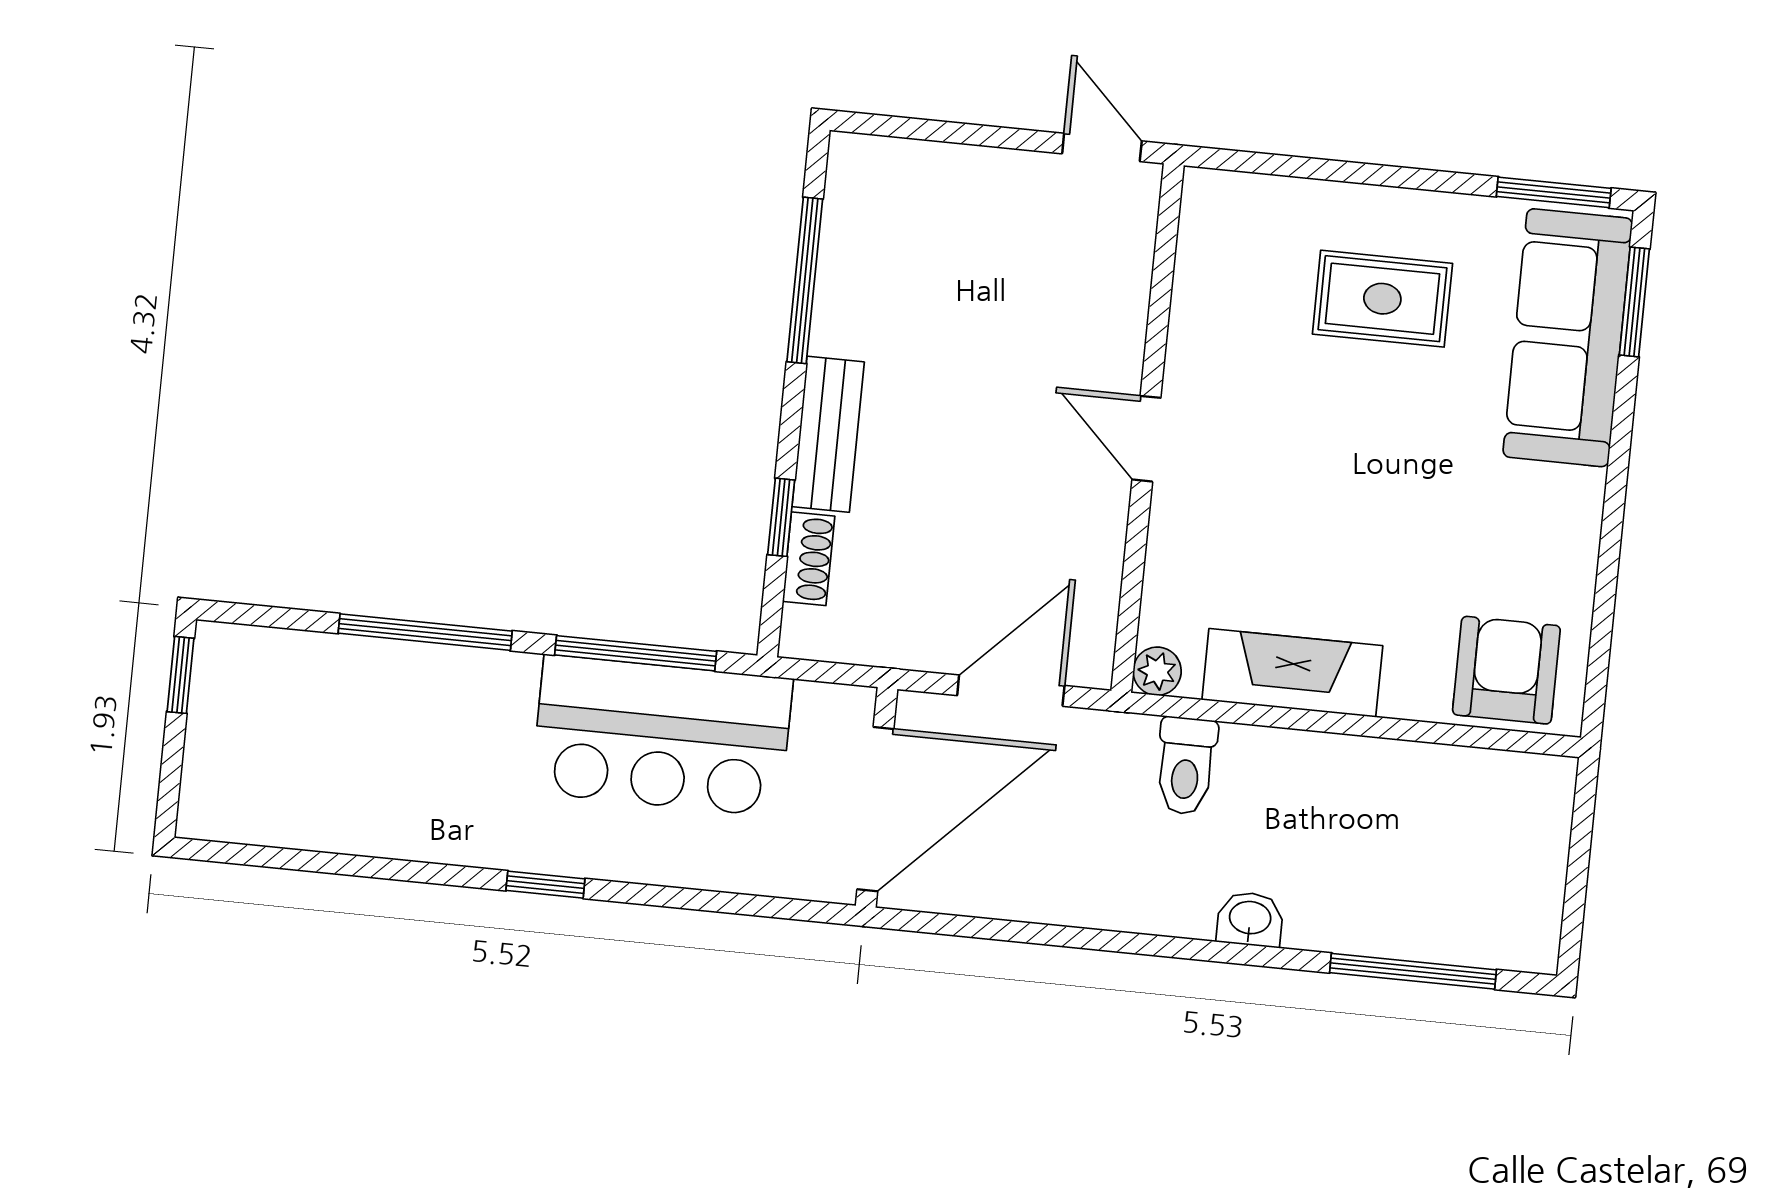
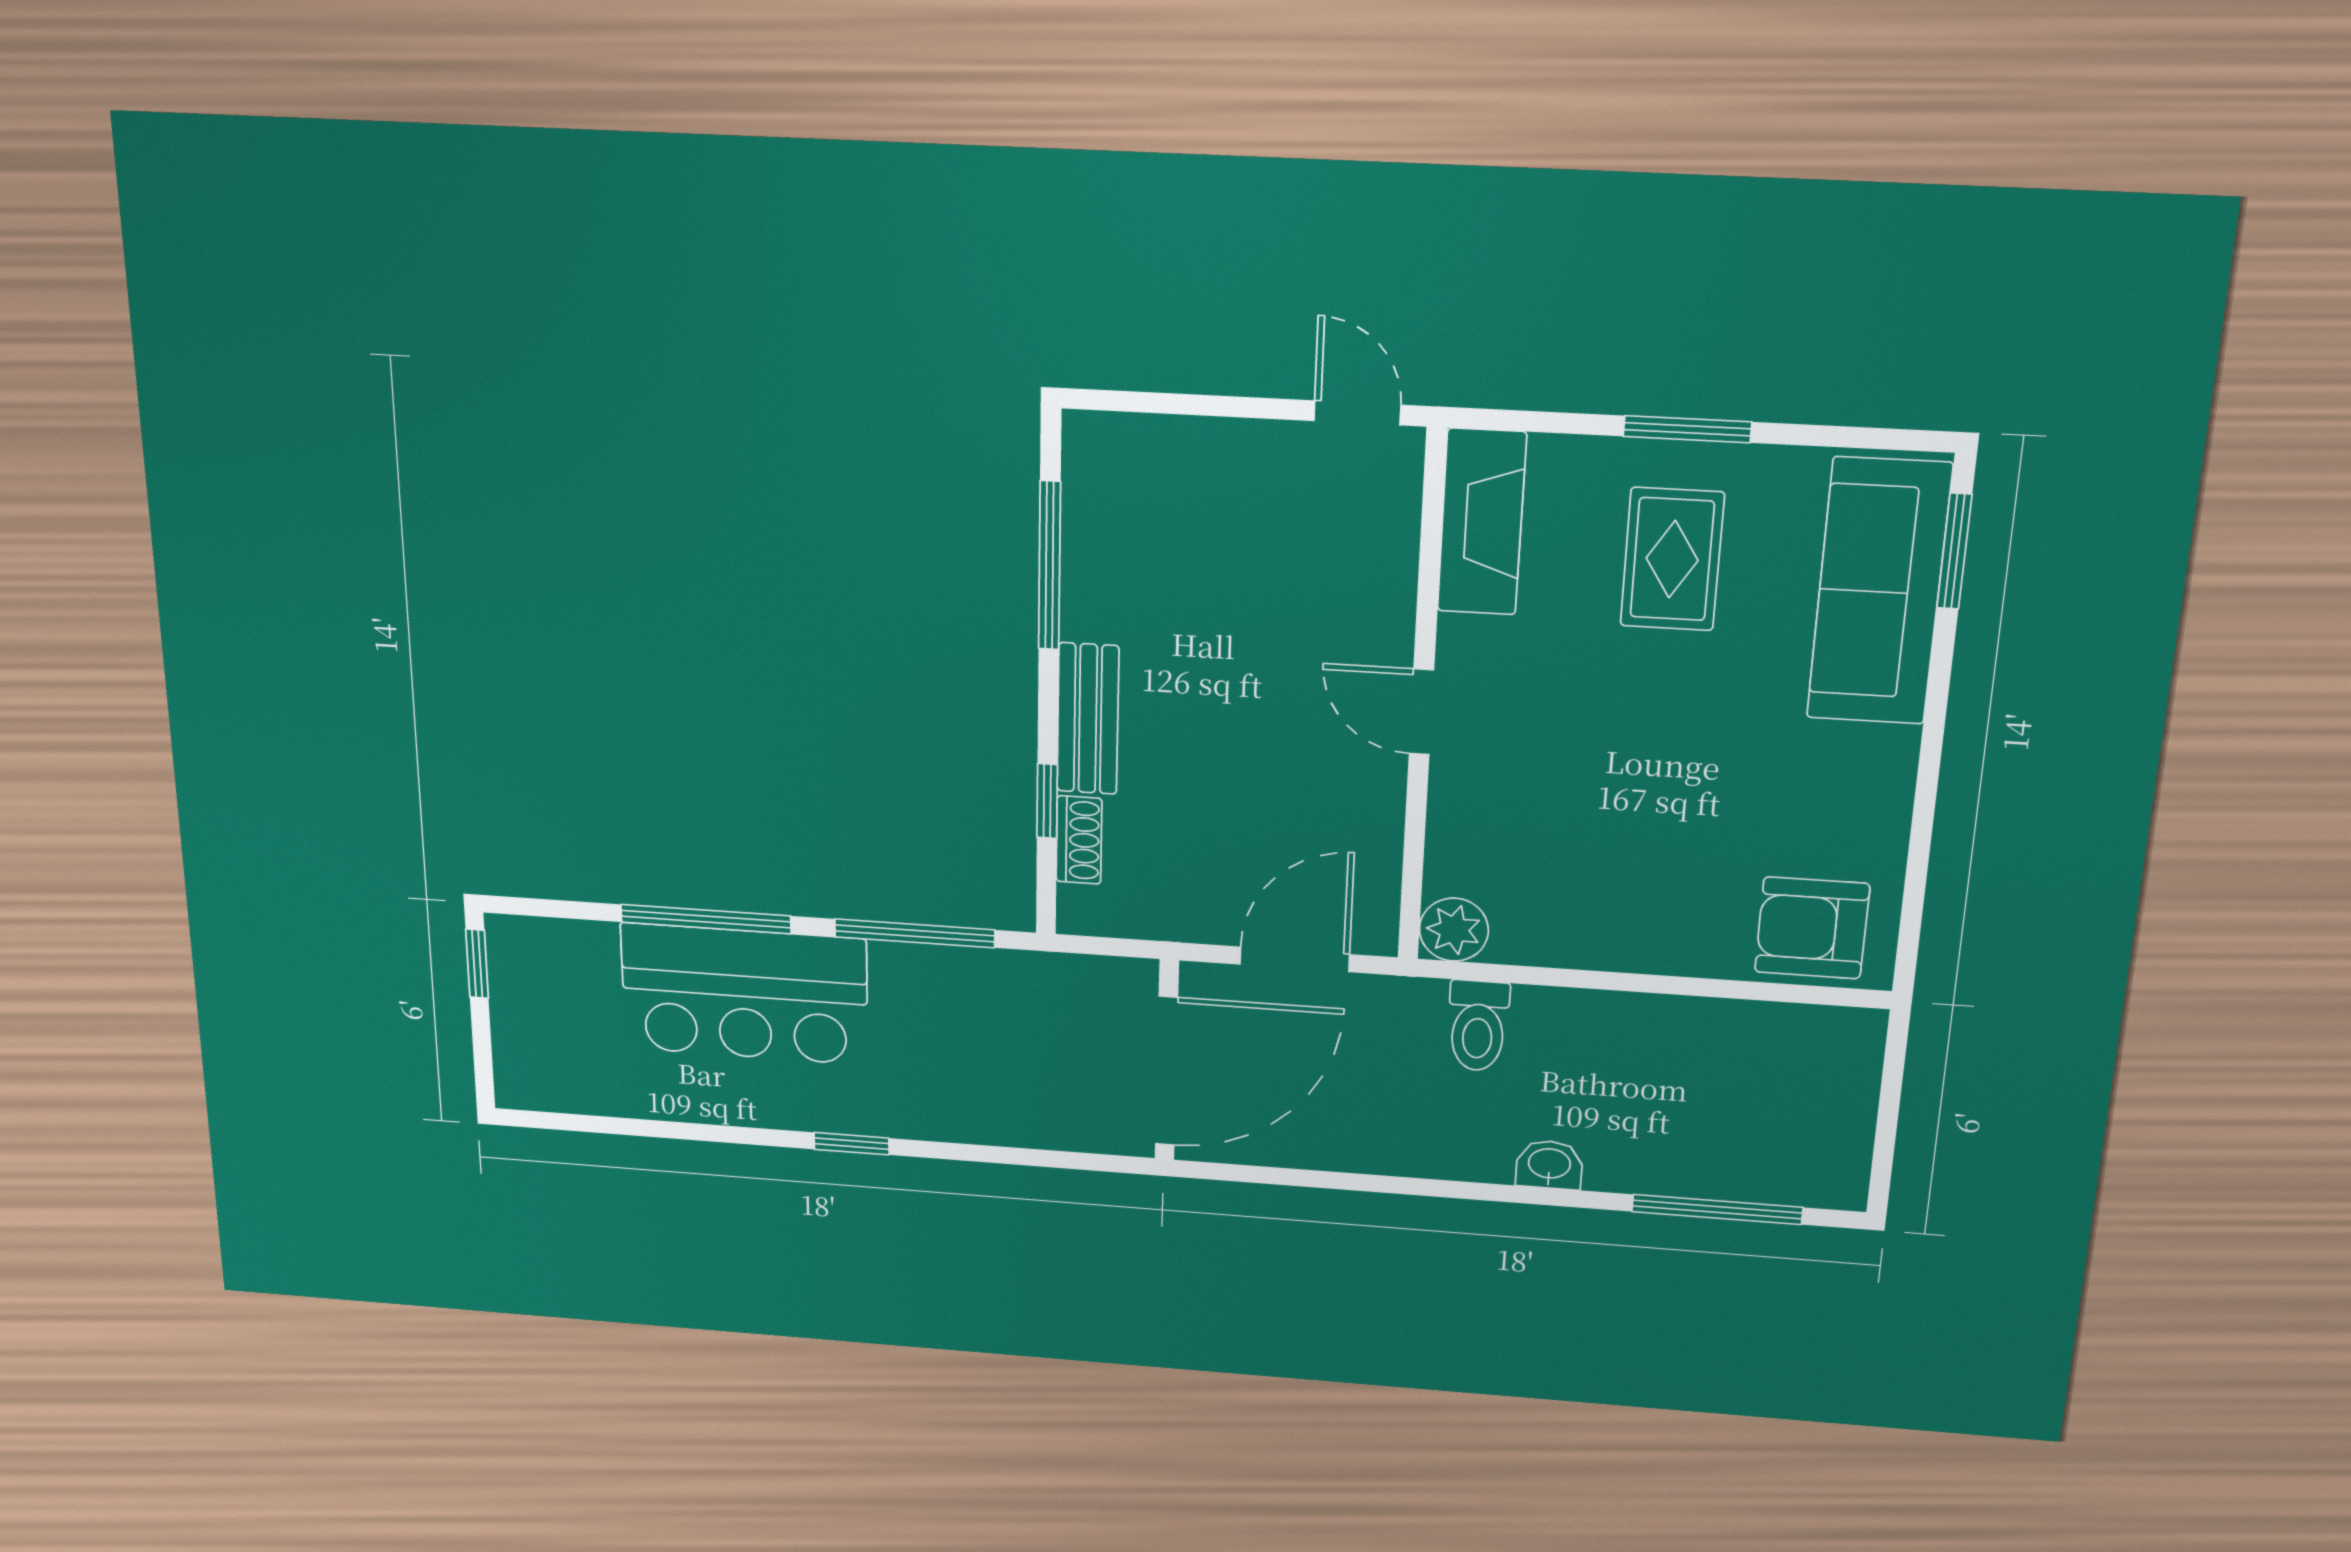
window: (1554, 192) -> (1687, 429), moved
rug: (1382, 299) -> (1672, 559), turned 90
armchair: (1506, 670) -> (1812, 928), turned -90
plant: (1157, 671) -> (1454, 930), width x1.38, depth x1.38
fireplace: (1292, 673) -> (1482, 522), moved, turned 90
bar counter: (662, 735) -> (744, 994), moved

